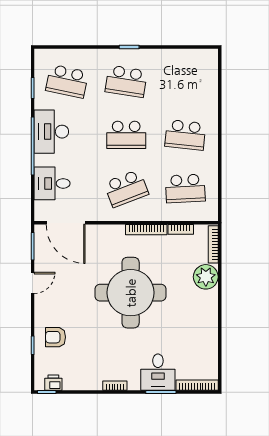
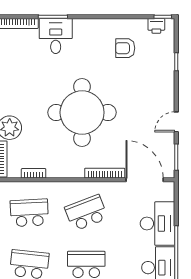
desk: (52, 183) -> (158, 224), width x1.37
bookcase: (146, 230) -> (105, 173), moved
armchair: (56, 337) -> (125, 48), moved, turned 180
bookcase: (115, 386) -> (97, 23), removed

